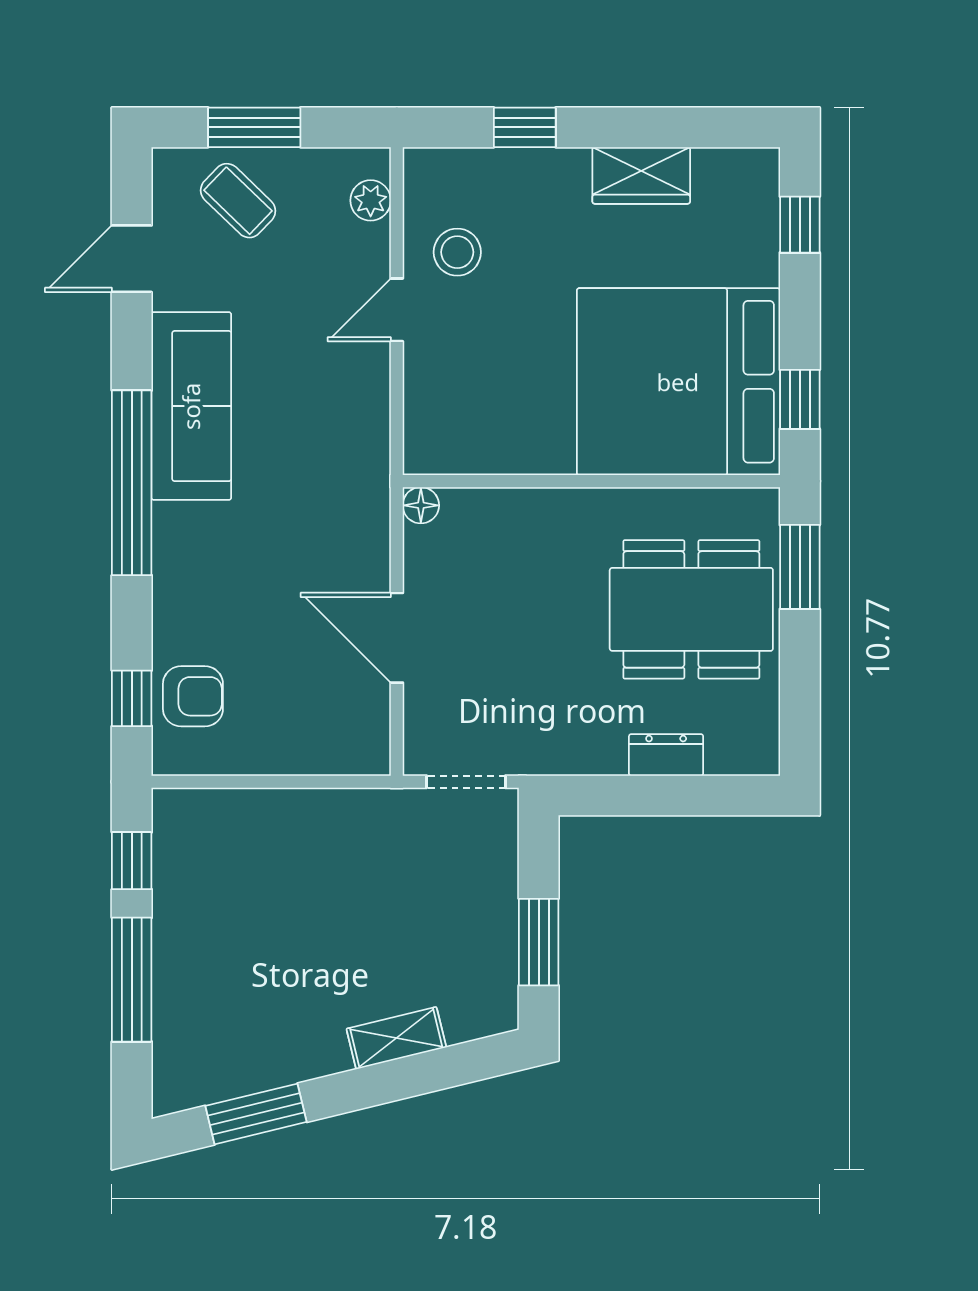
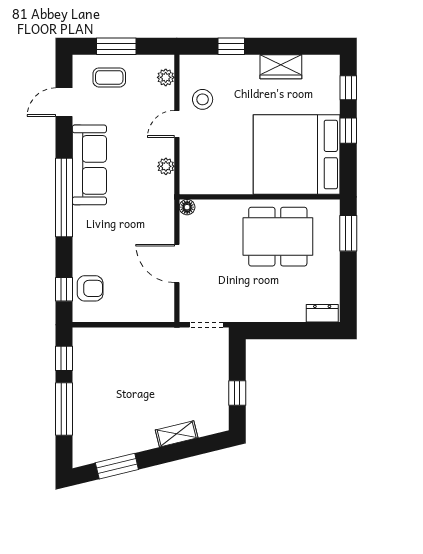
coffee table: (238, 201) -> (109, 77), turned -44
window: (800, 399) -> (348, 131), moved
plant: (371, 409) -> (166, 166), added
dining table: (691, 609) -> (278, 237), moved
dresser: (666, 755) -> (322, 313), moved
window: (539, 942) -> (237, 393), width x0.67

